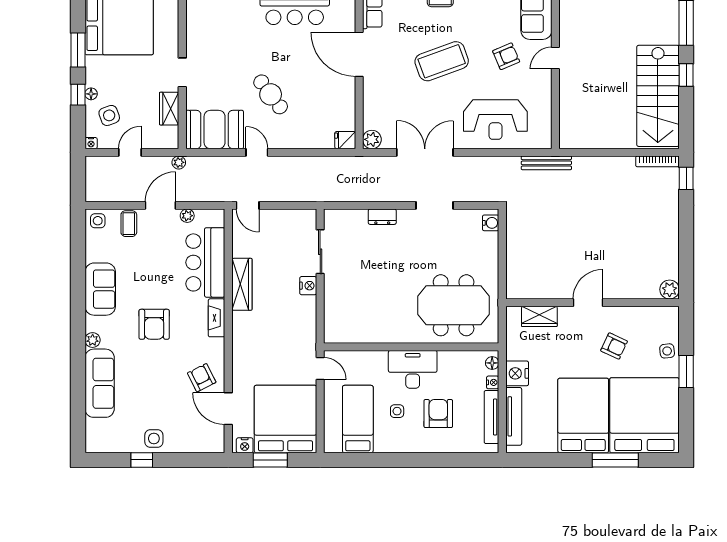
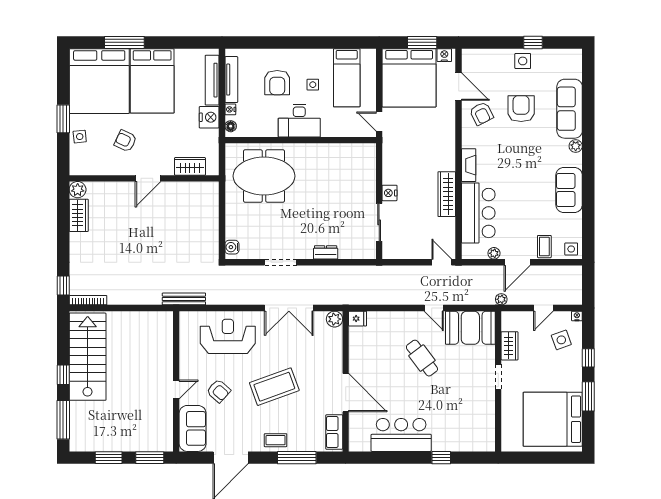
armchair: (506, 56) -> (219, 391), turned -115
floor lamp: (91, 94) -> (577, 359), removed
wardrobe: (668, 260) -> (79, 215), added
armchair: (154, 324) -> (521, 109), moved

